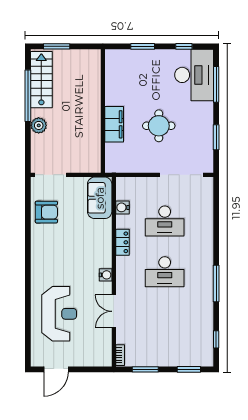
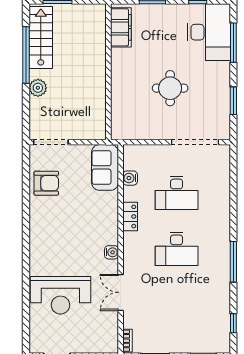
filing cabinet: (114, 124) -> (121, 27), moved
reception desk: (59, 314) -> (60, 295), turned 90

